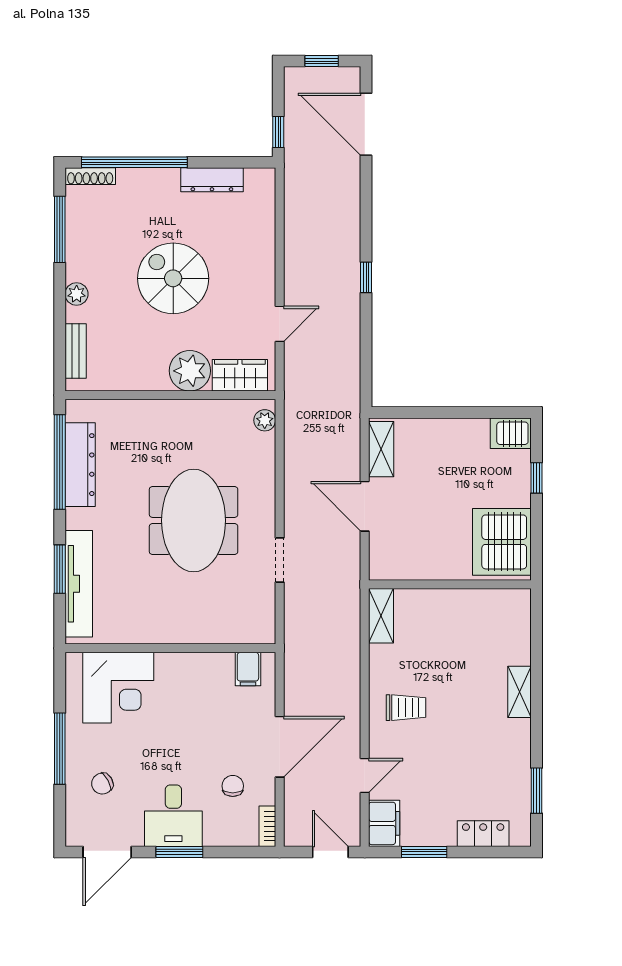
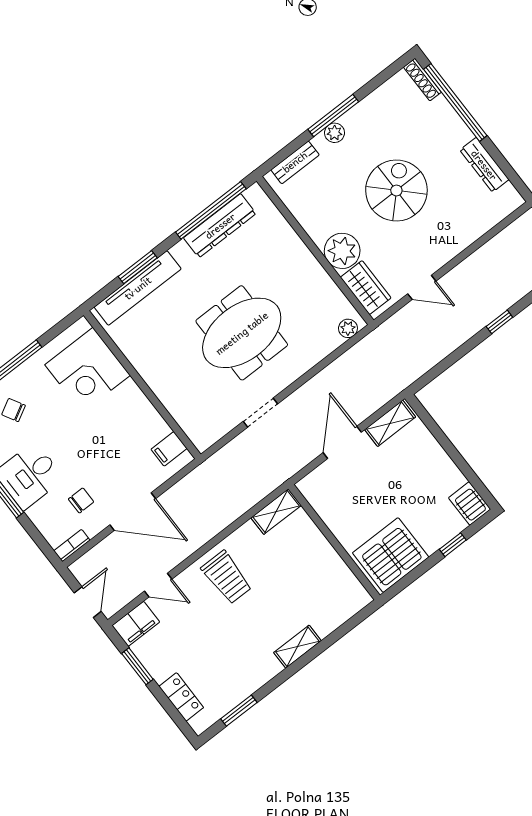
window: (60, 229) -> (333, 115), moved
trolley: (406, 708) -> (227, 577), width x1.36, depth x1.39

